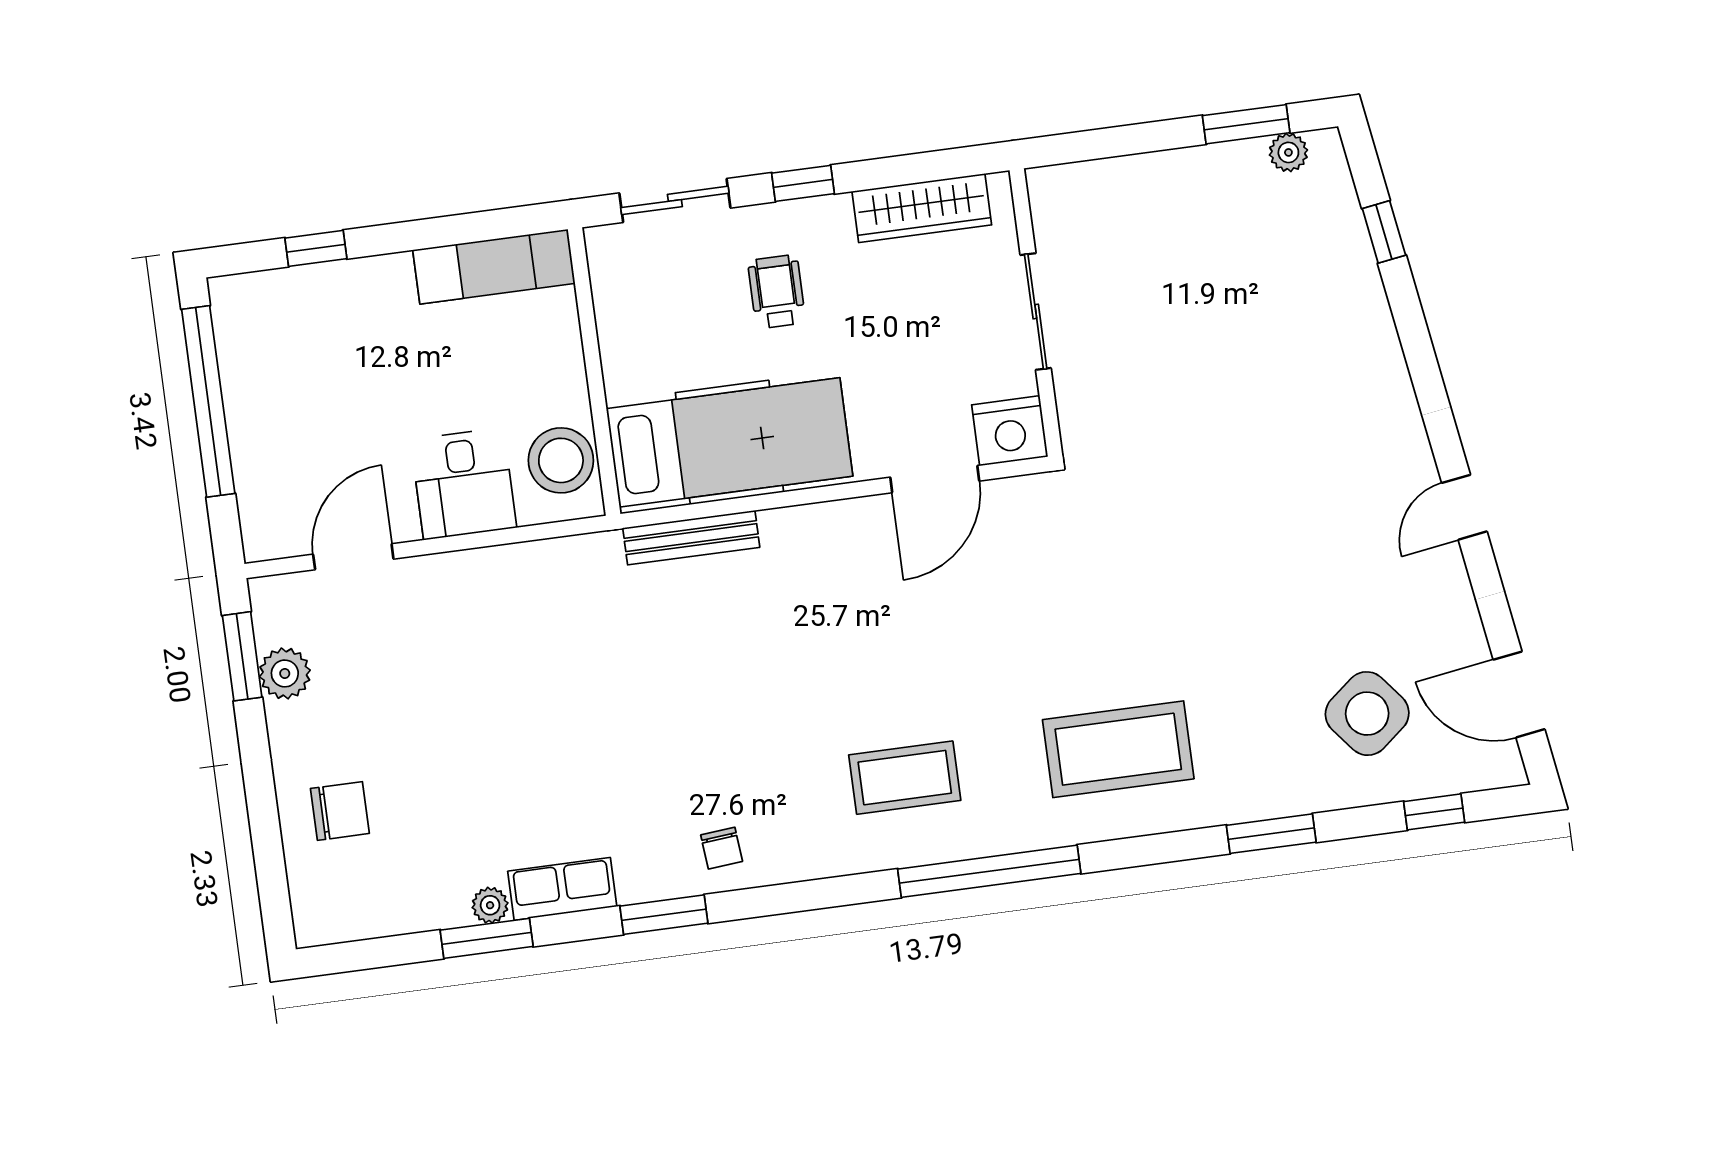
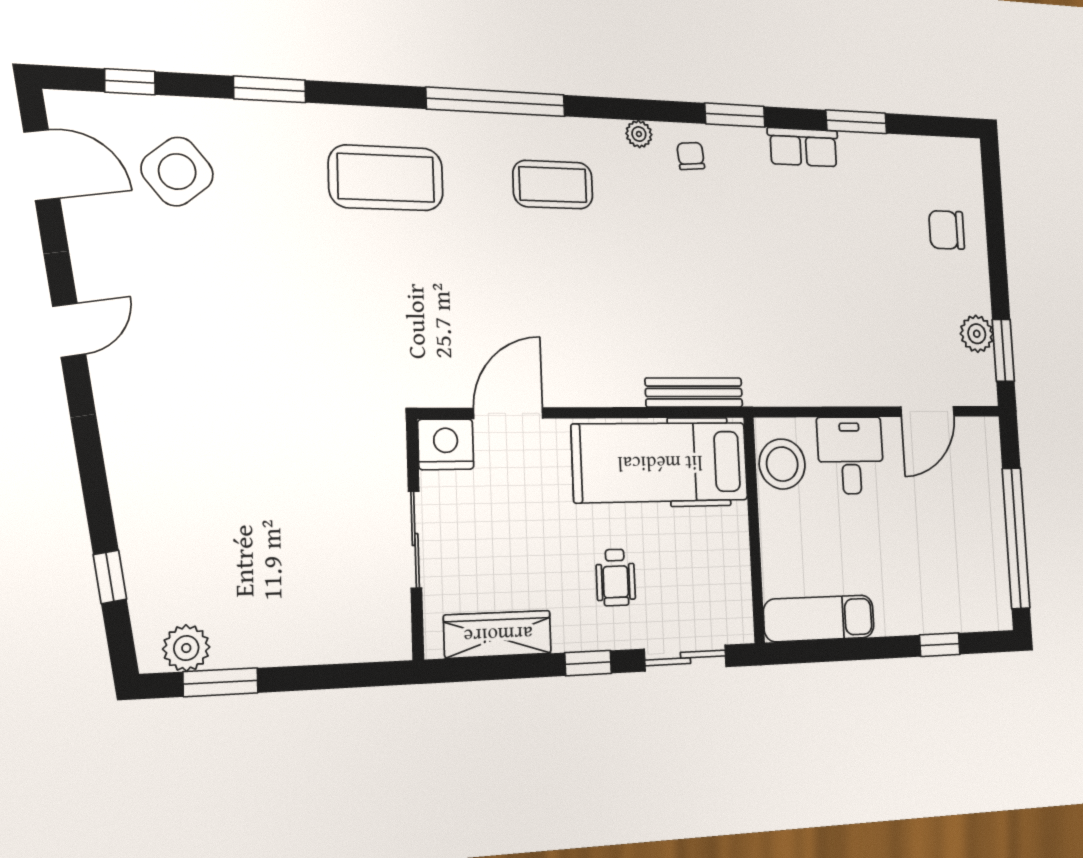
plant: (1288, 152) -> (186, 648), width x1.38, depth x1.38
plant: (490, 905) -> (639, 134), moved

